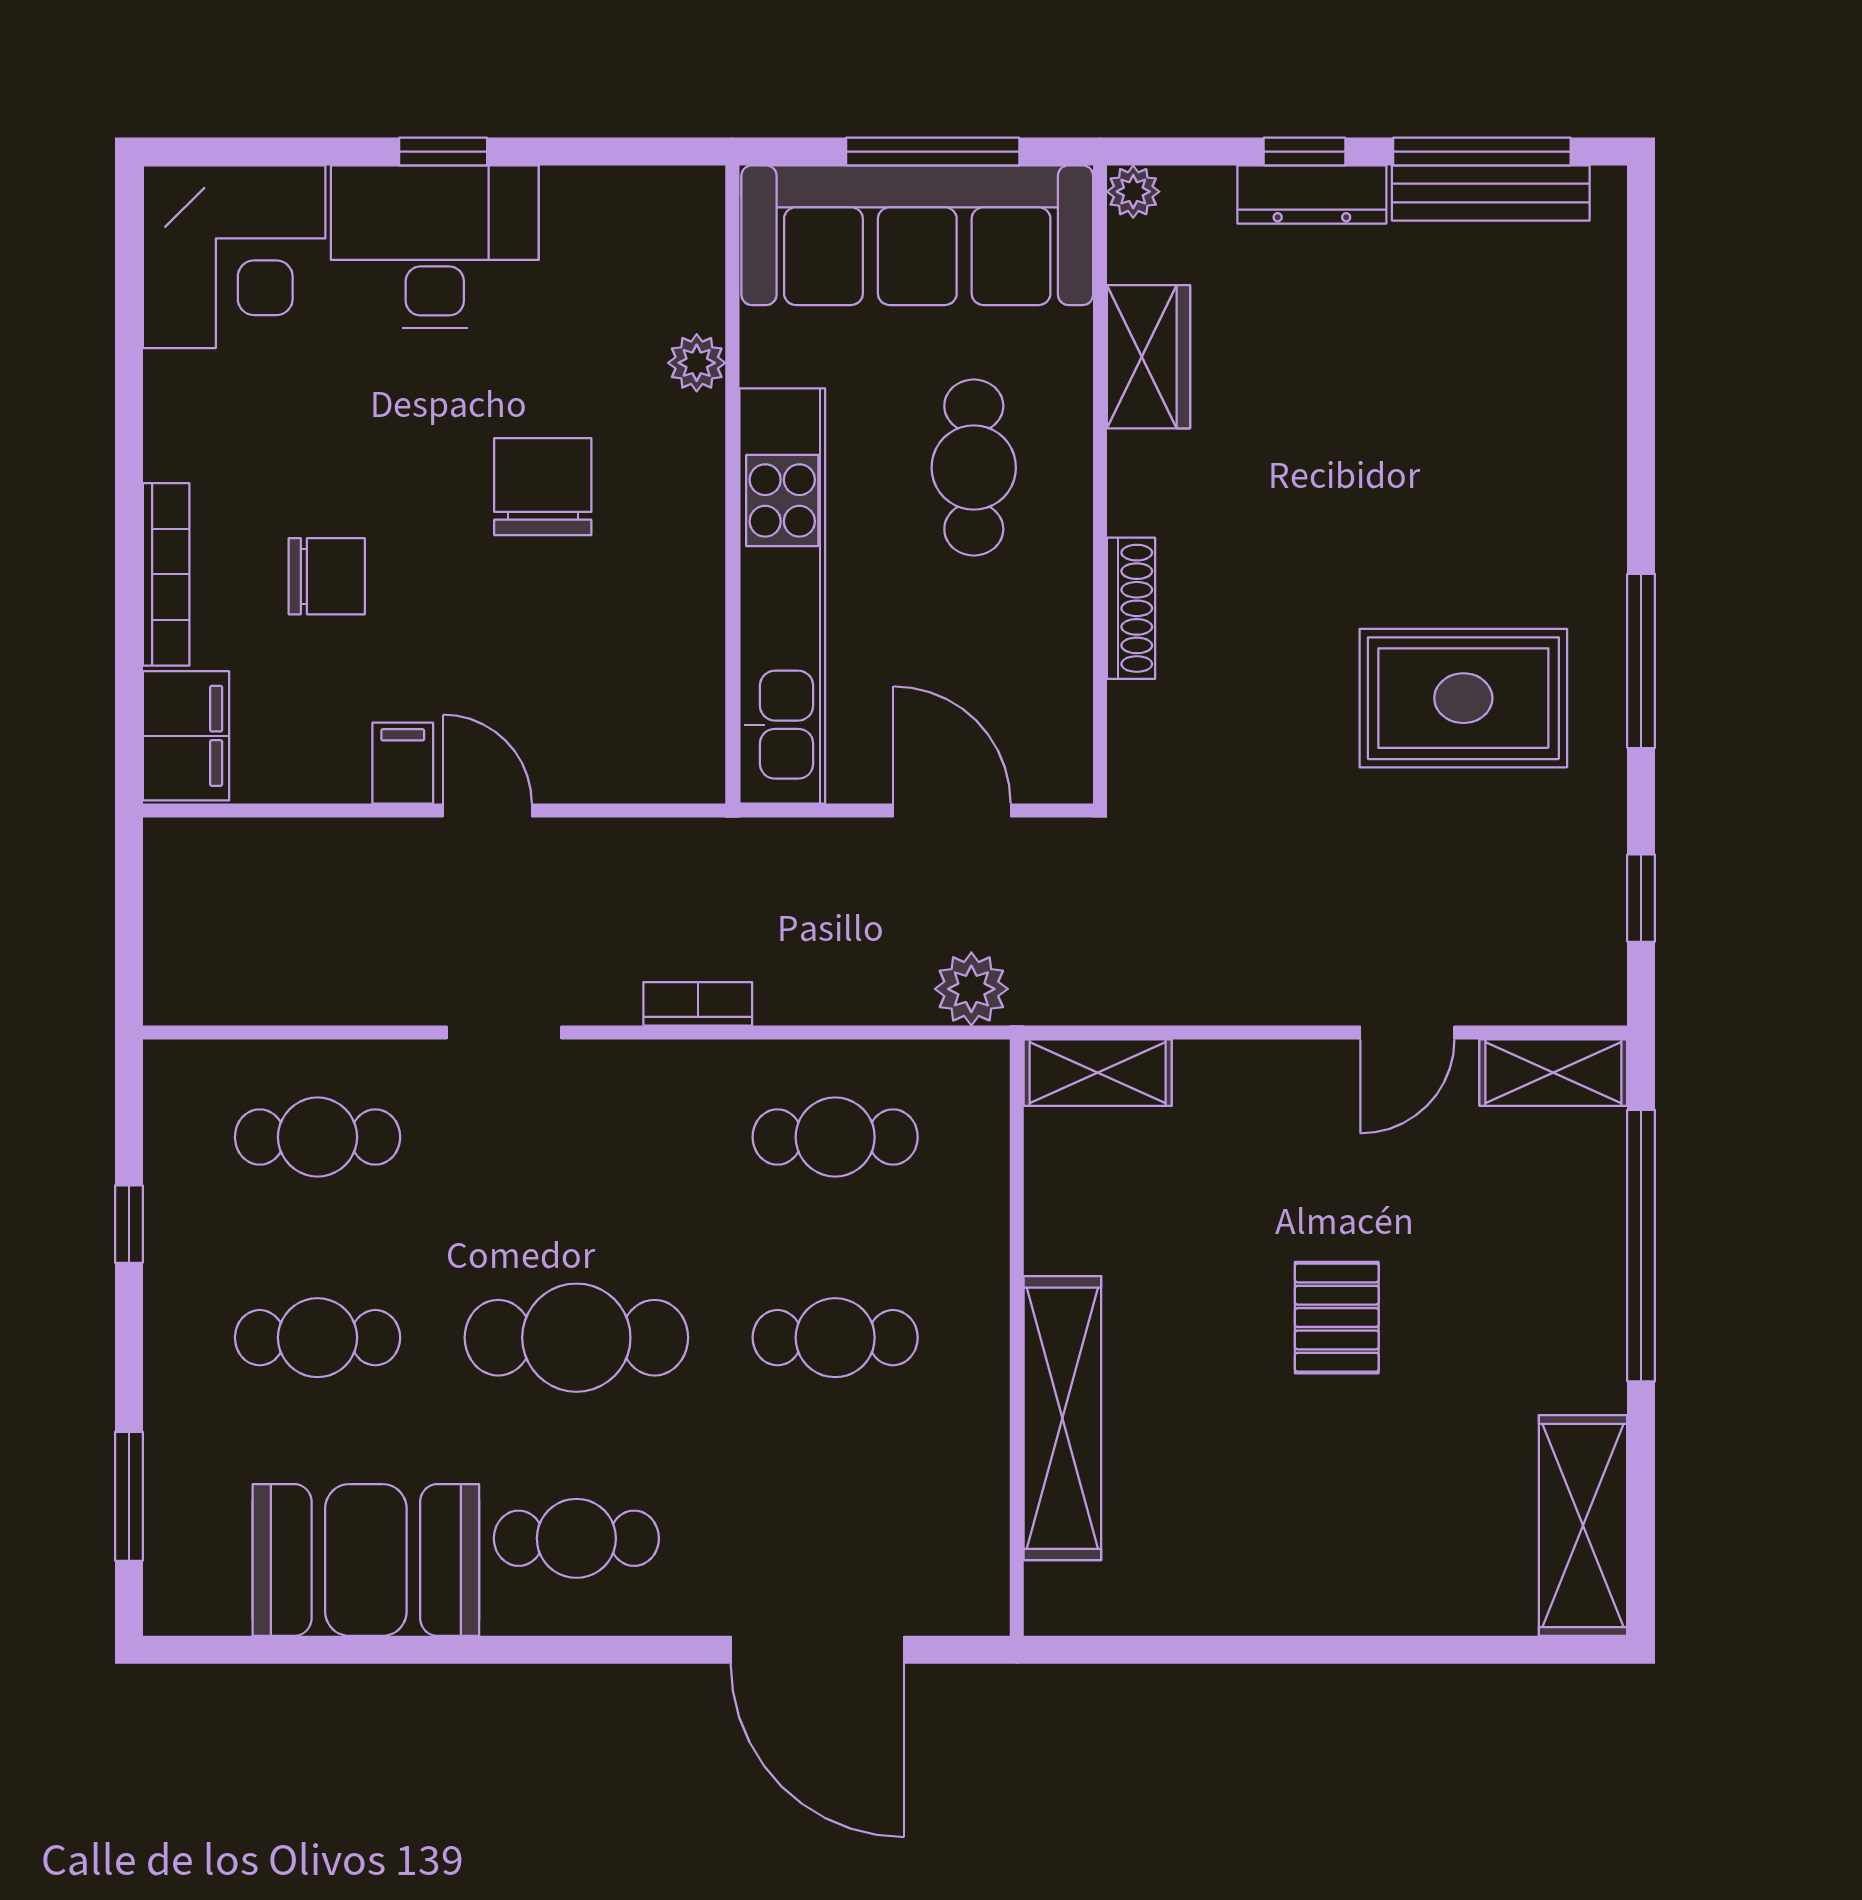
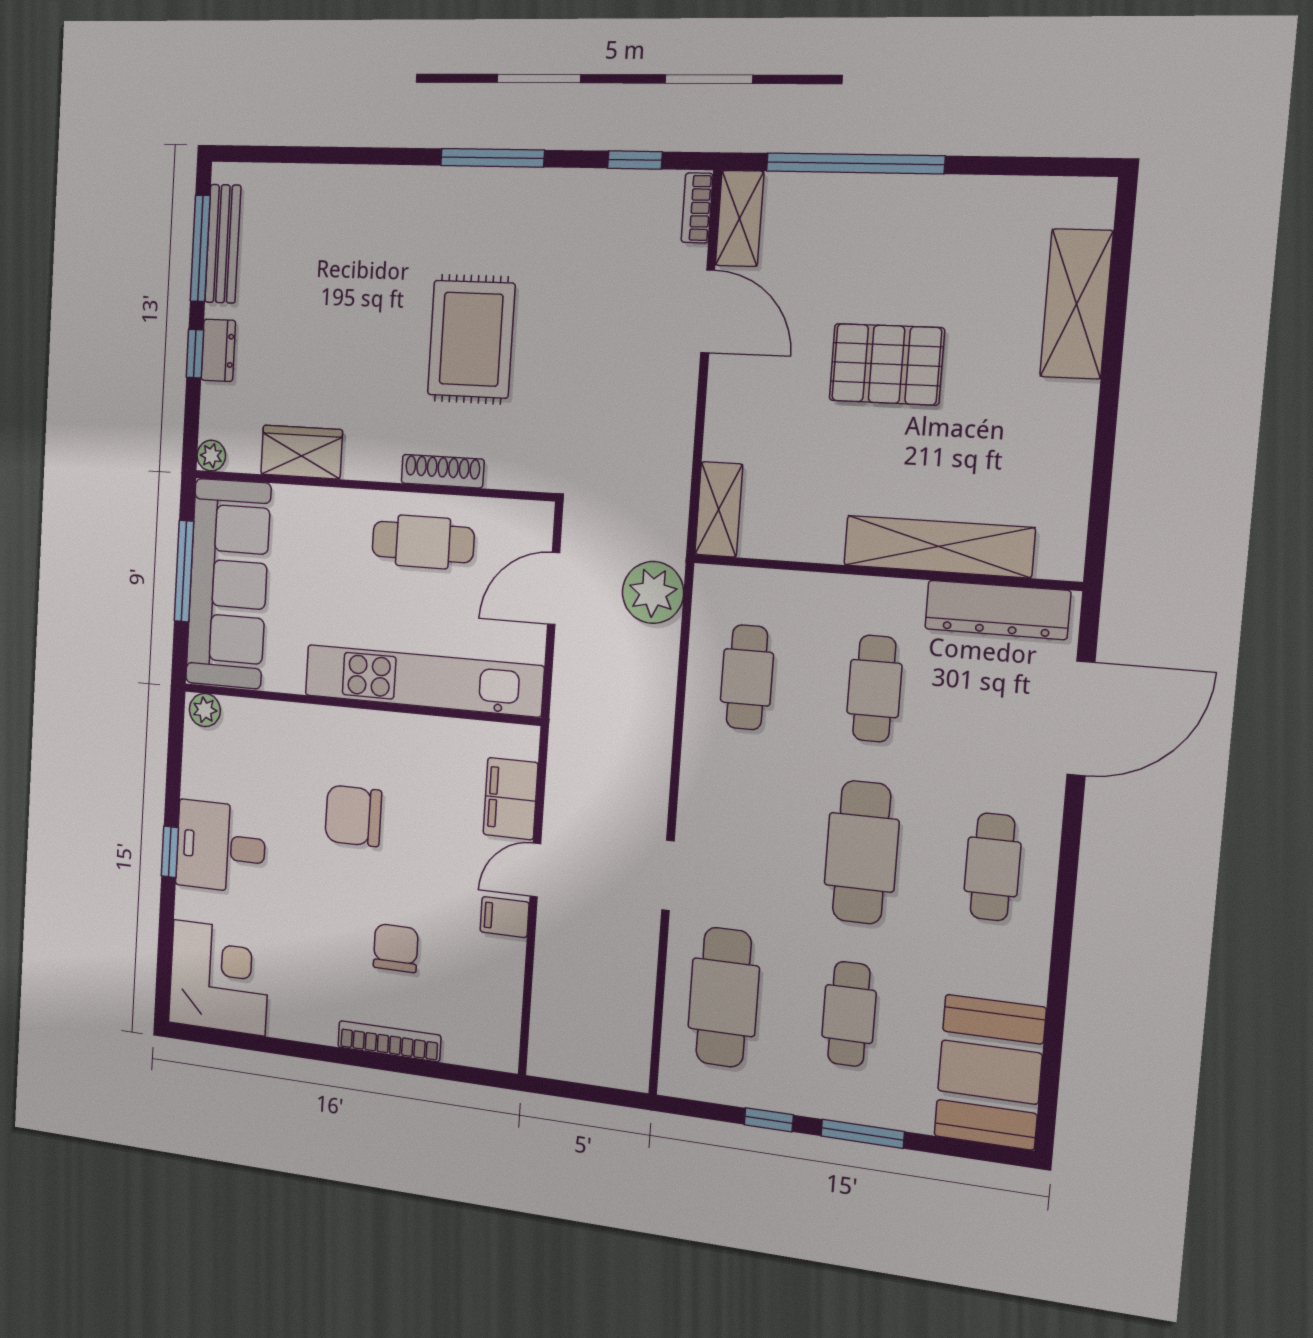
dresser: (1312, 195) -> (218, 350), width x0.70
desk: (435, 247) -> (221, 847), width x0.73
plant: (697, 363) -> (205, 710), moved
cafe table: (974, 468) -> (423, 542), moved
rug: (1463, 698) -> (471, 339), moved
filing cabinet: (186, 736) -> (511, 799), moved, turned -90
plant: (971, 989) -> (653, 592), width x1.36, depth x1.36
bookcase: (698, 1004) -> (697, 208), moved
door: (1407, 1032) -> (708, 311), width x1.38
cafe table: (318, 1137) -> (724, 997), width x1.37, depth x1.35
pallet: (1337, 1318) -> (887, 364), width x1.50, depth x1.42
window: (129, 1496) -> (863, 1134), moved
dresser: (972, 1514) -> (997, 610), added
shelving: (1583, 1525) -> (1076, 304), moved, turned 90
booth: (366, 1560) -> (990, 1072), moved

